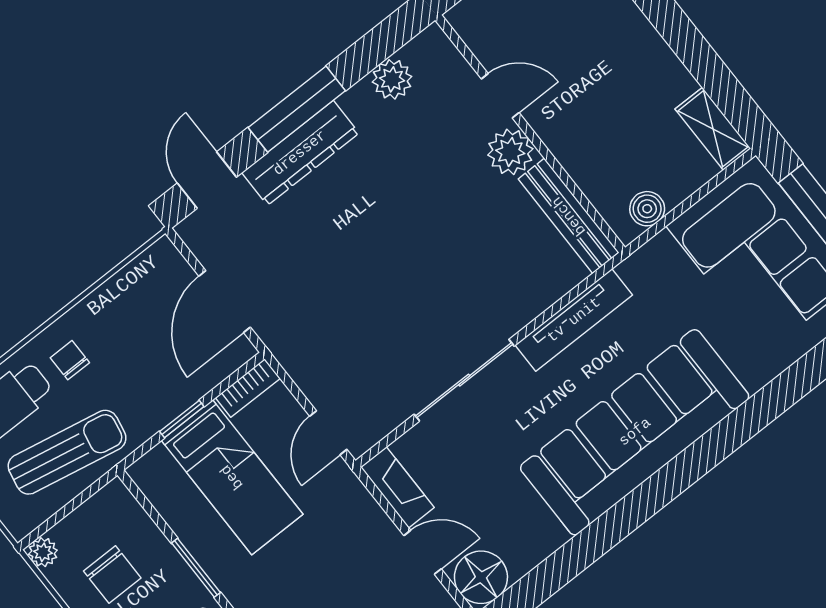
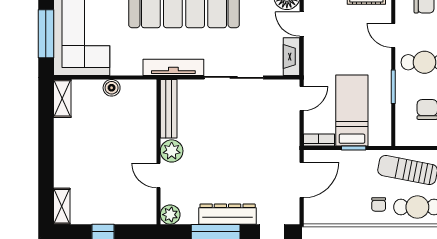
door: (500, 96) -> (159, 176), moved
wall: (530, 134) -> (159, 152), moved
plant: (510, 152) -> (172, 151), moved
bench: (569, 216) -> (169, 109), moved

